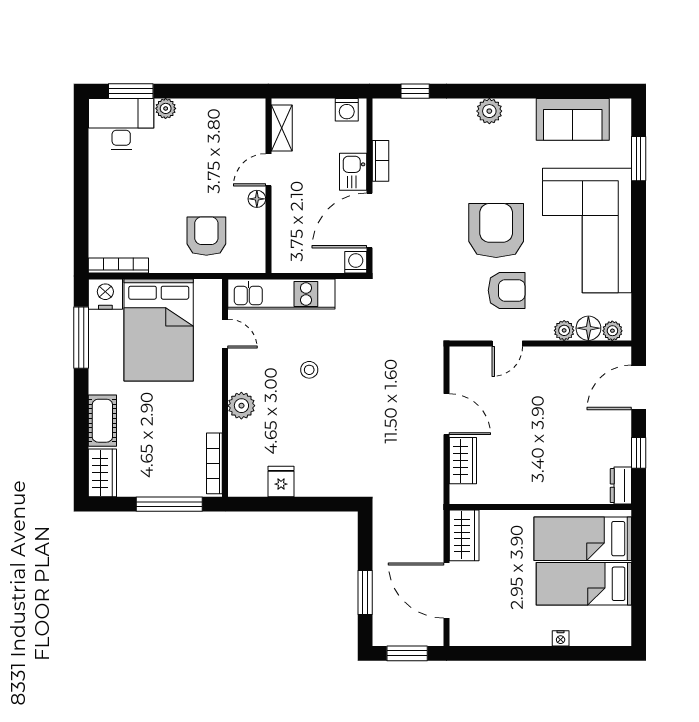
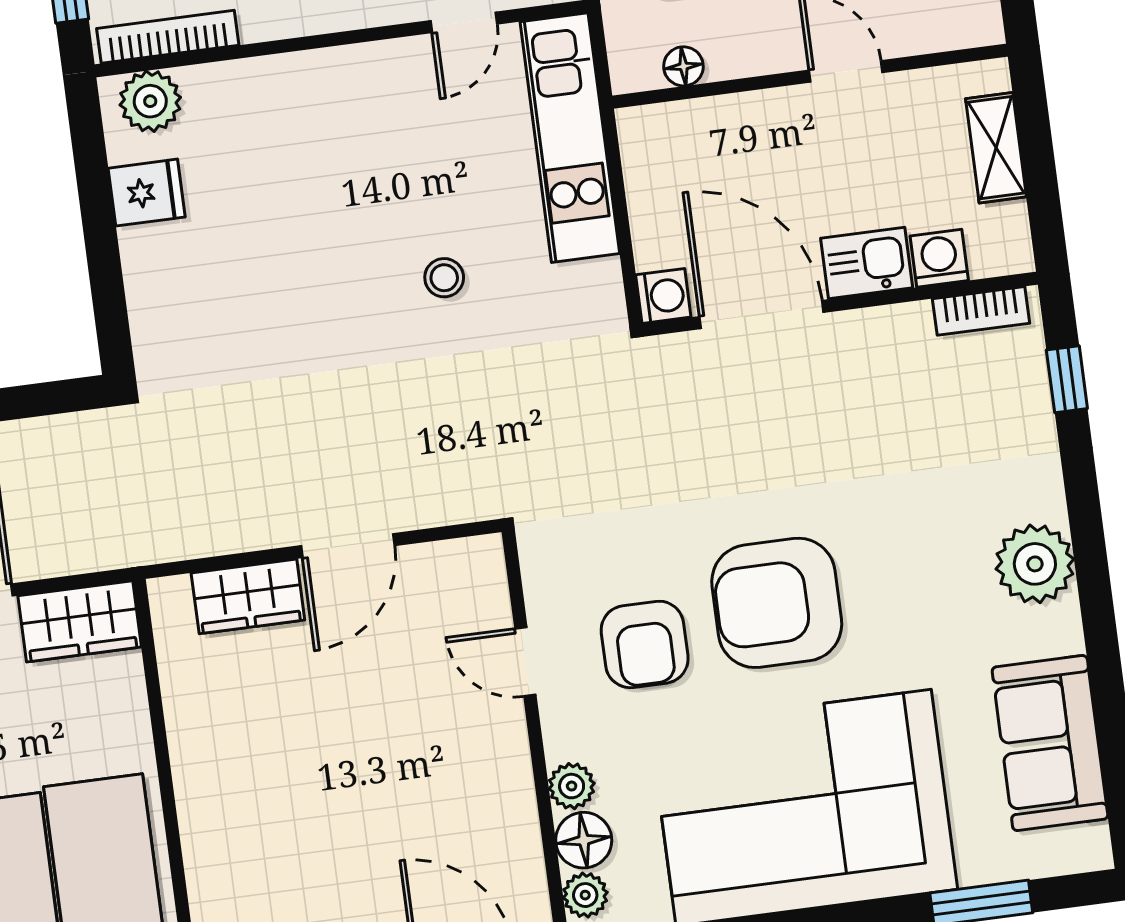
washing machine: (347, 110) -> (939, 258), moved, turned 90
plant: (489, 111) -> (1035, 564), width x1.36, depth x1.36
shelving: (282, 128) -> (996, 148), moved, turned 90
bookcase: (381, 161) -> (981, 311), moved
floor lamp: (257, 199) -> (683, 66), moved
armchair: (496, 230) -> (777, 603), turned 180
stool: (309, 370) -> (444, 278), moved
plant: (241, 406) -> (150, 101), moved

